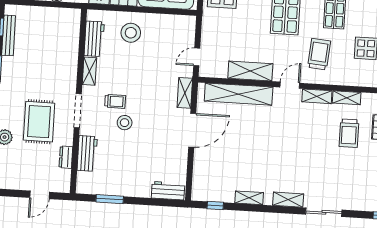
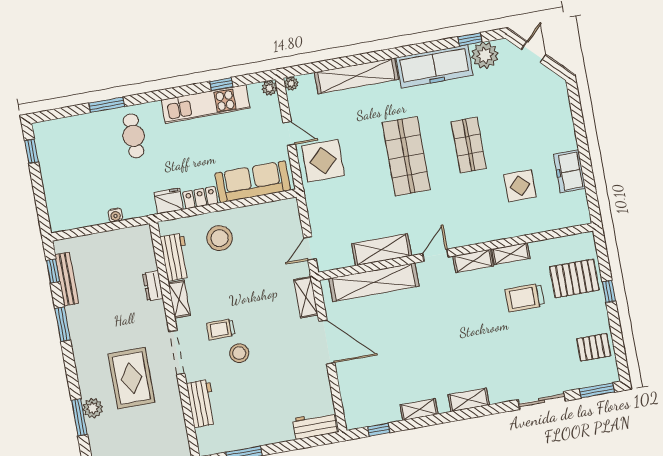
trolley: (319, 54) -> (463, 207), removed
trolley: (115, 101) -> (221, 329), turned 180
door: (192, 130) -> (327, 342), hinge flipped
trolley: (349, 133) -> (525, 298), turned 90
dresser: (66, 157) -> (153, 286), moved
sliding door: (324, 212) -> (542, 400), moved

